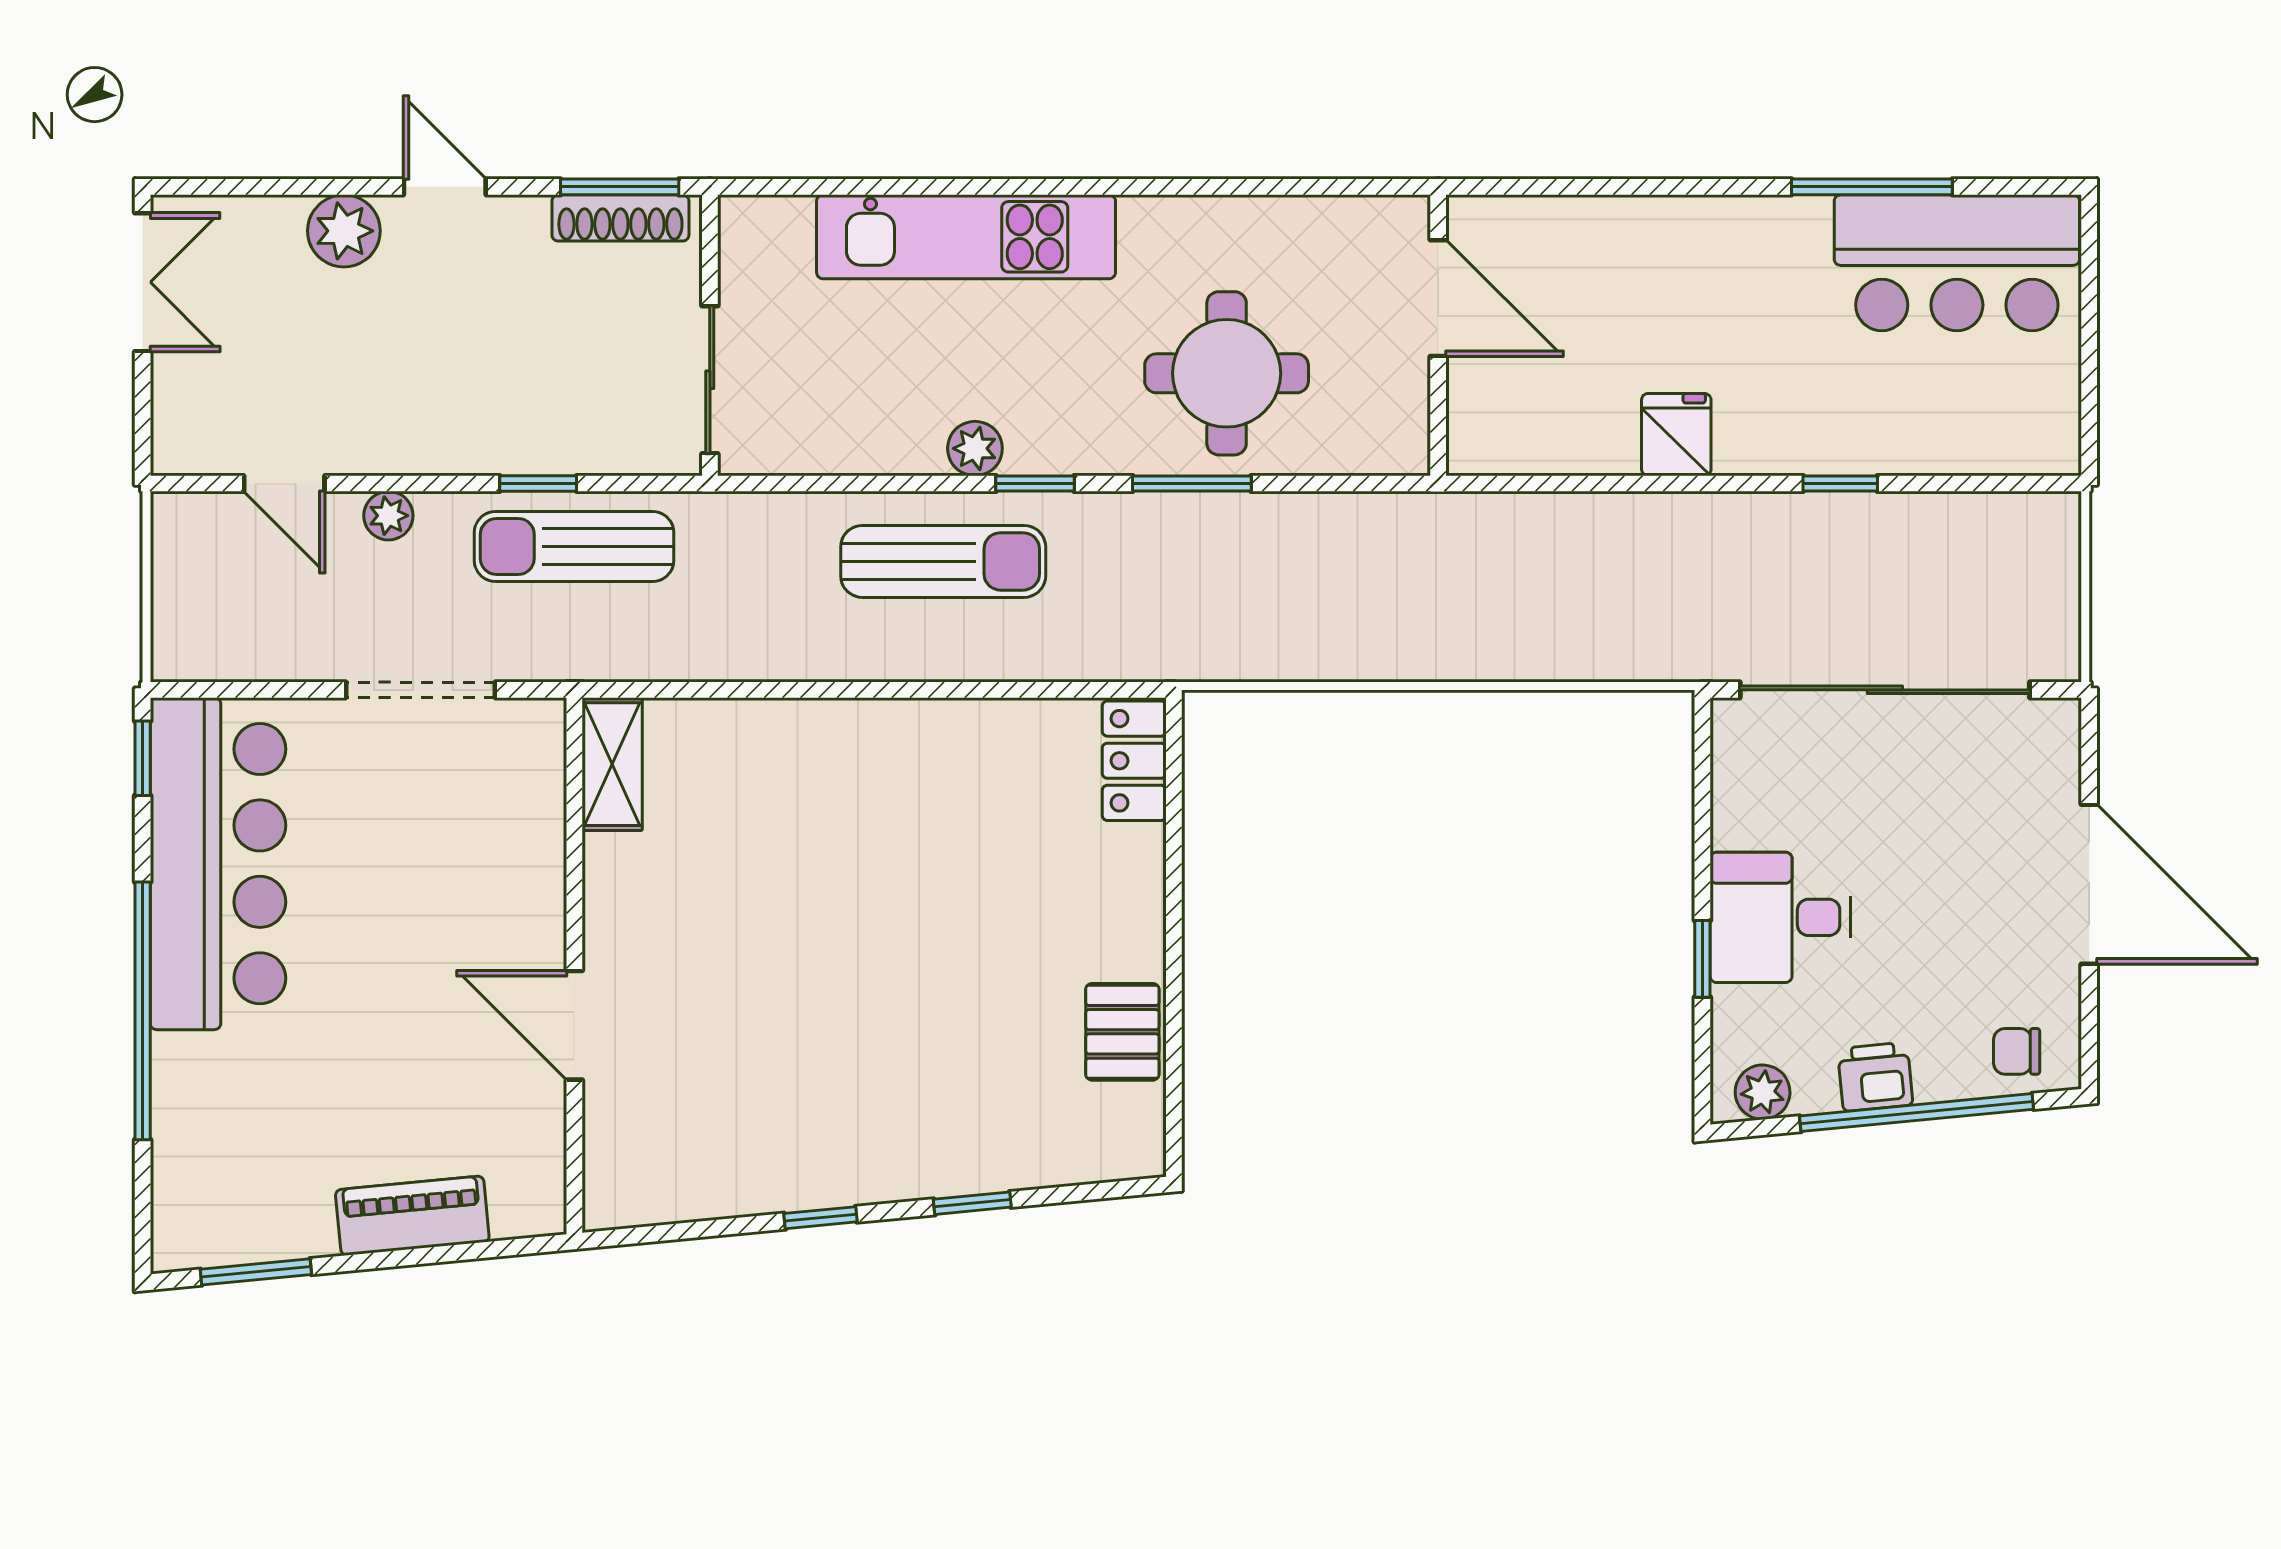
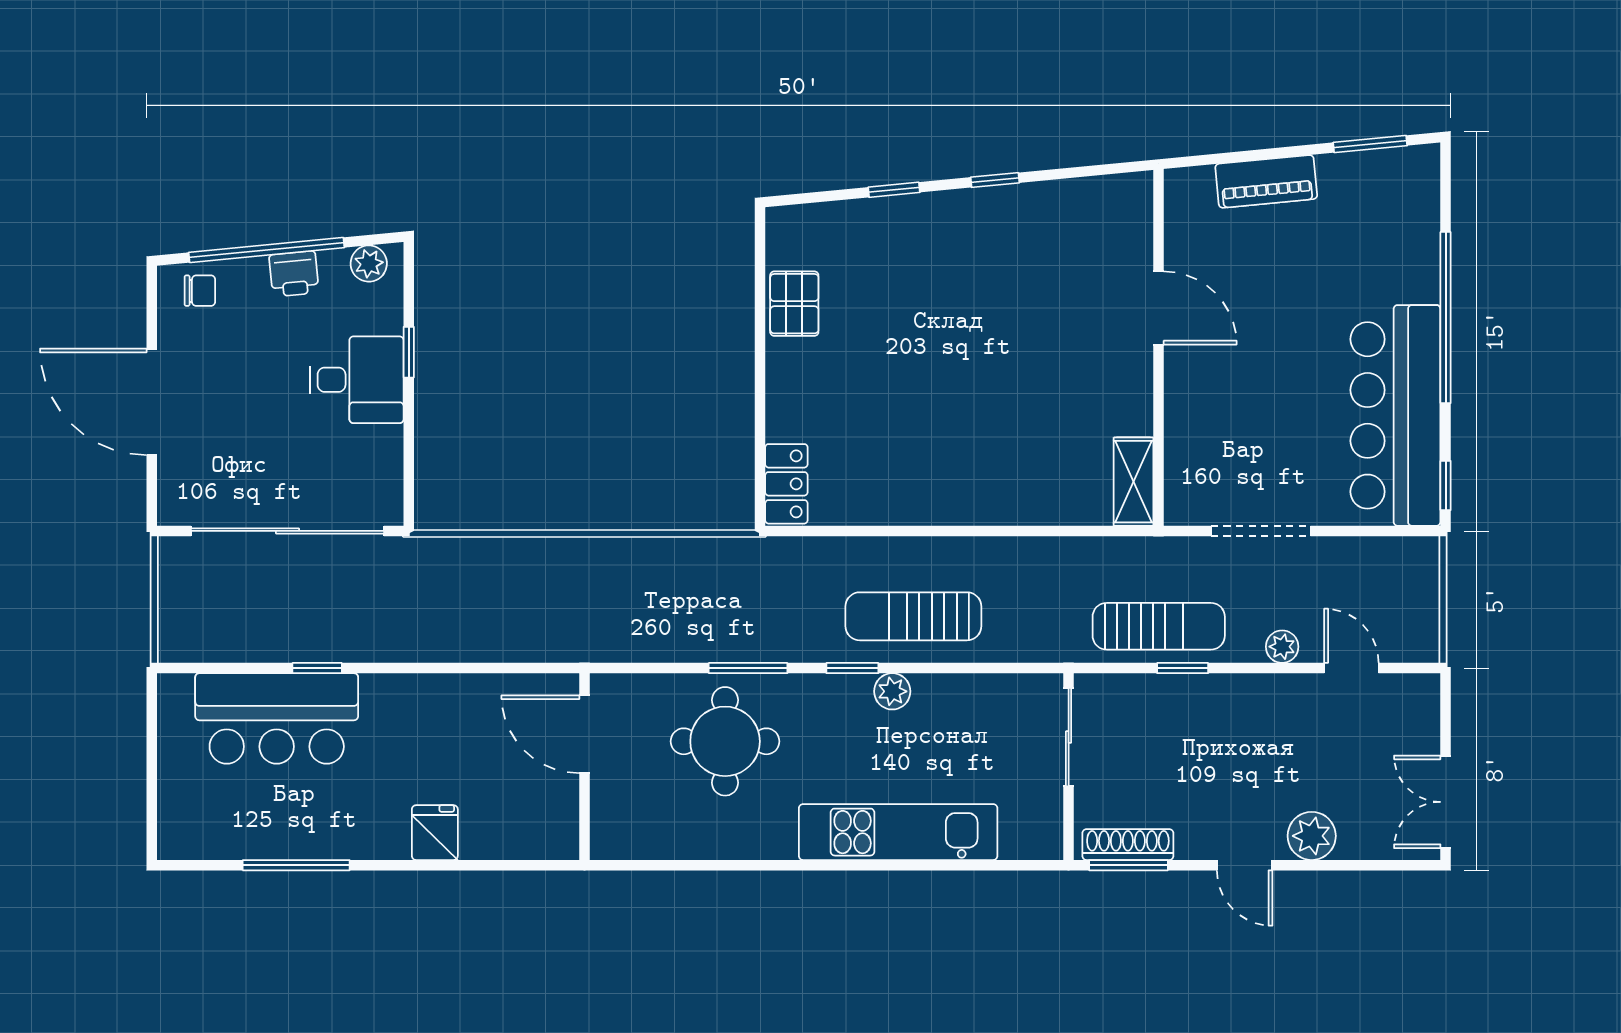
bar counter: (1957, 263) -> (277, 718), moved, turned 180
door: (1438, 298) -> (584, 734), moved
fridge: (1676, 435) -> (435, 833), moved, turned 180

